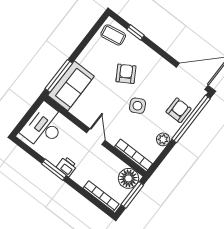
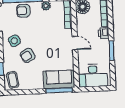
side table: (137, 106) -> (14, 41), moved
door: (96, 137) -> (75, 43), swing flipped
printer: (67, 166) -> (104, 33), moved

